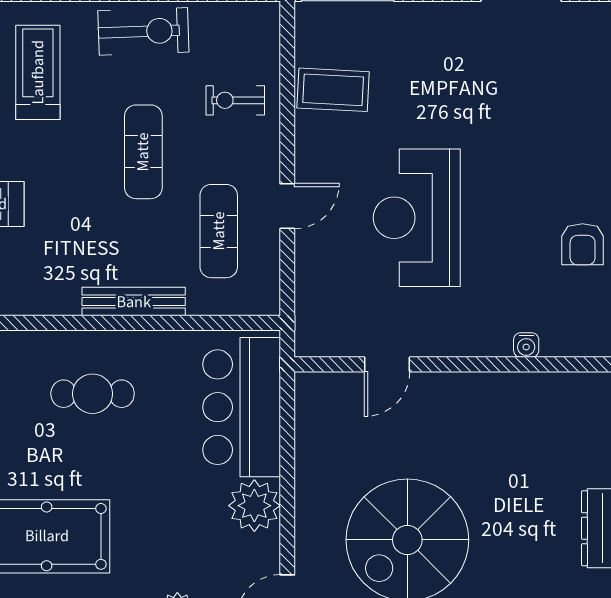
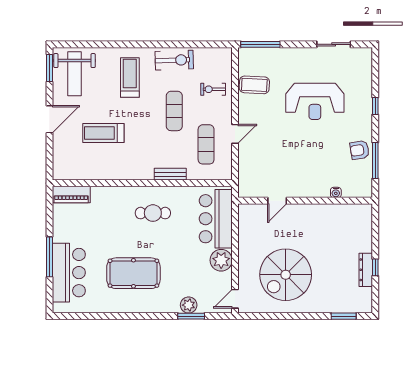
reception desk: (417, 218) -> (315, 101), moved, turned -90
armchair: (583, 244) -> (360, 150), turned 81
bench: (134, 302) -> (170, 174), width x0.73

